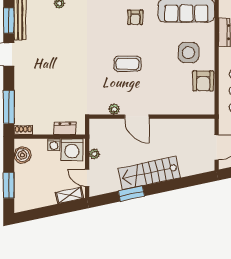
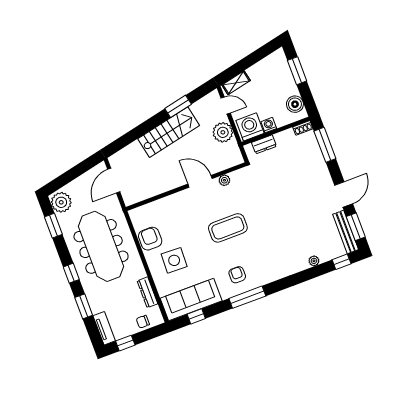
coffee table: (128, 64) -> (228, 228), width x1.36, depth x1.32
plant: (94, 154) -> (223, 132), width x1.88, depth x1.88

